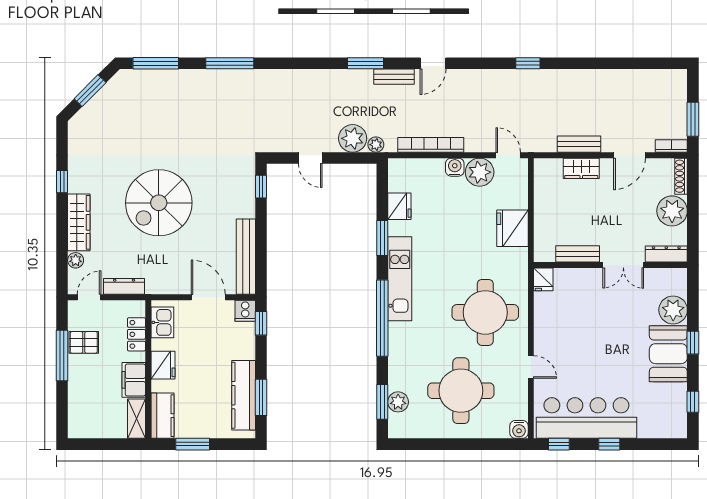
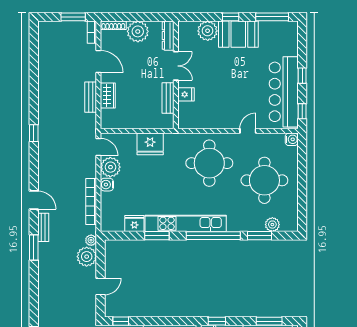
door: (508, 155) -> (98, 147), swing flipped
kitchen unit: (400, 279) -> (186, 223), width x1.36
fridge: (543, 279) -> (186, 94), moved
window: (382, 402) -> (260, 236), moved
window: (693, 402) -> (272, 17), width x2.17

